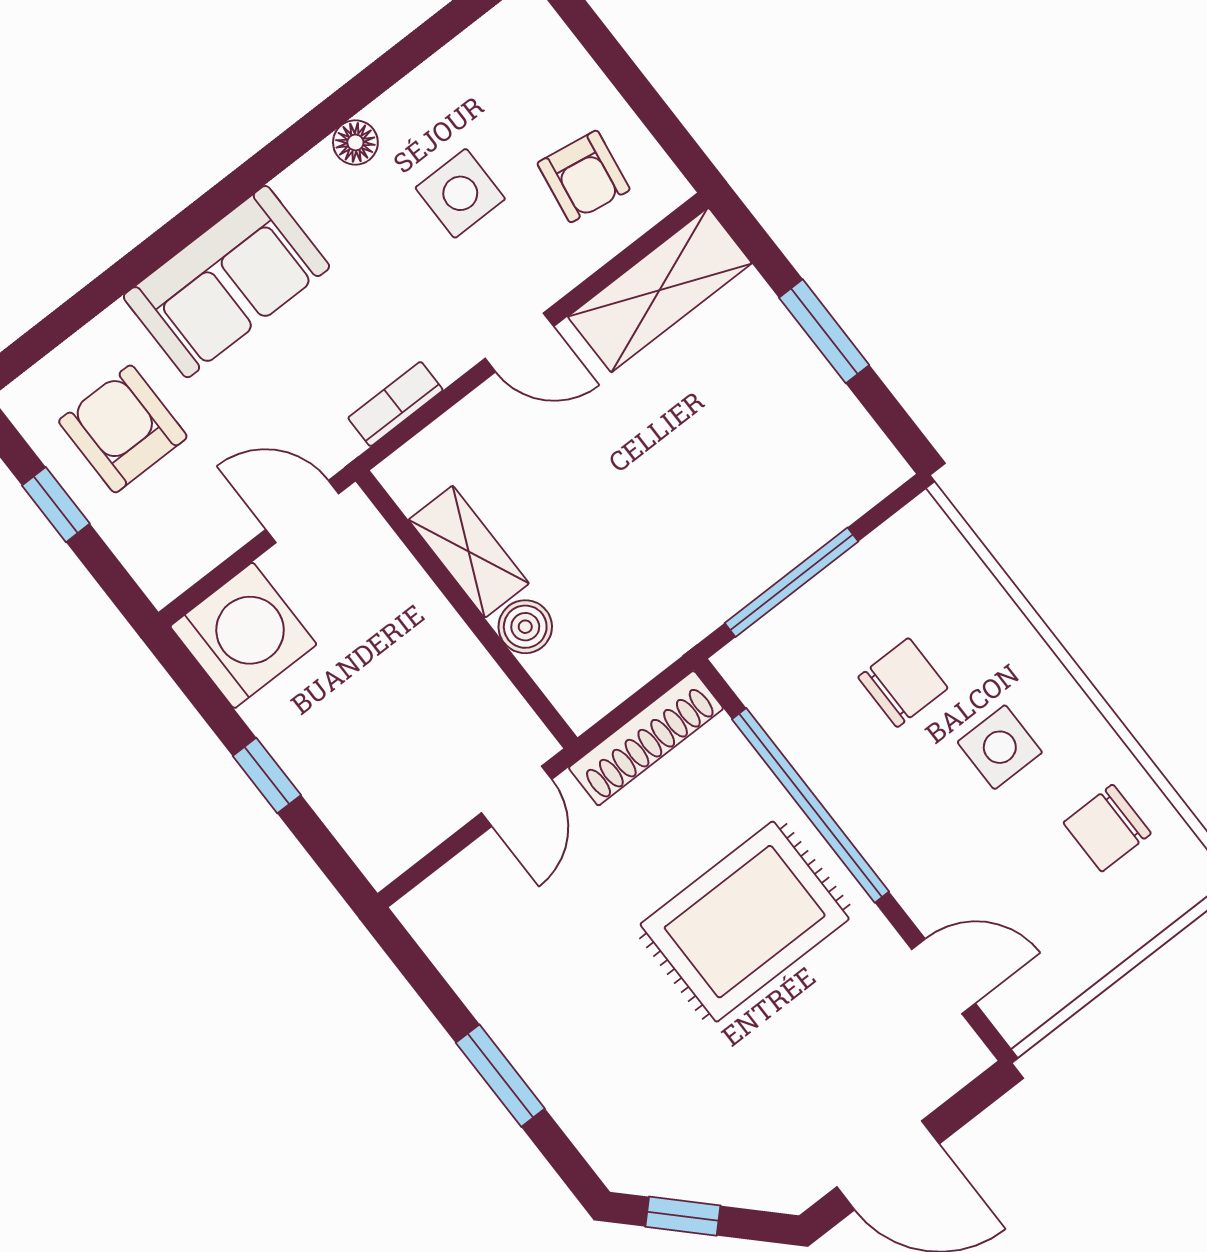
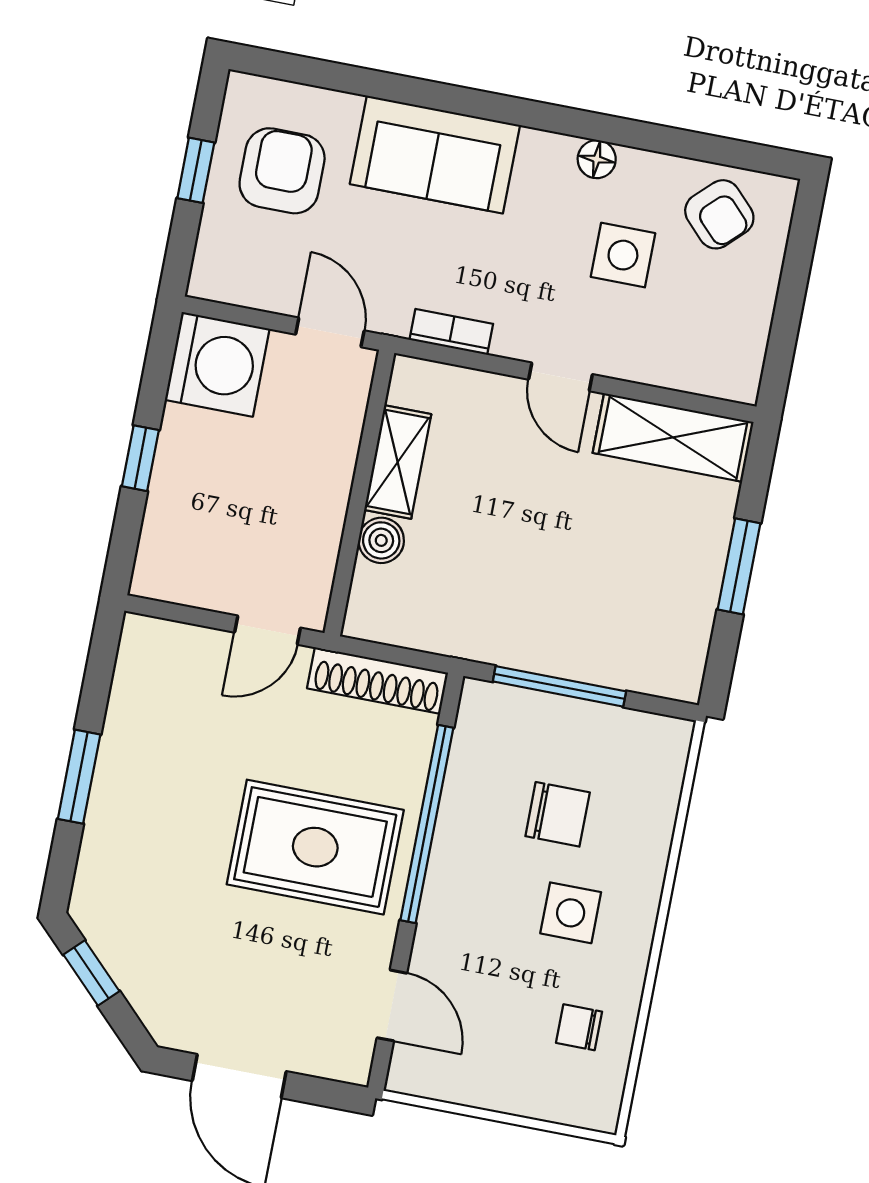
armchair: (584, 176) -> (719, 214), moved, turned -53
chair: (1107, 828) -> (579, 1027), width x0.73, depth x0.73

